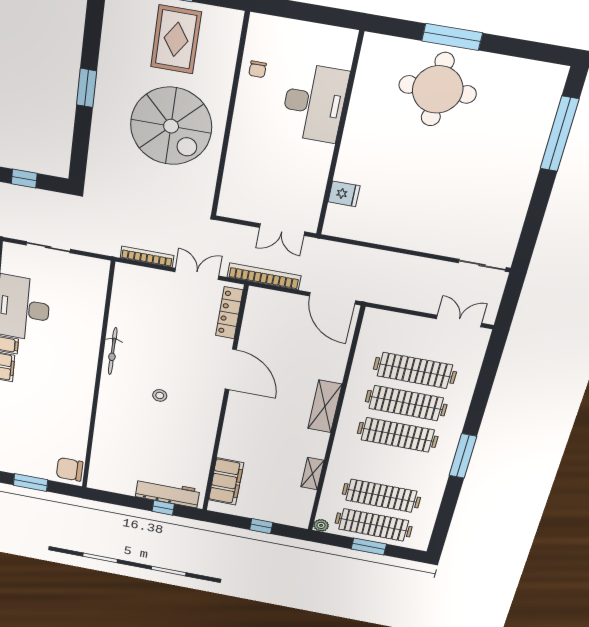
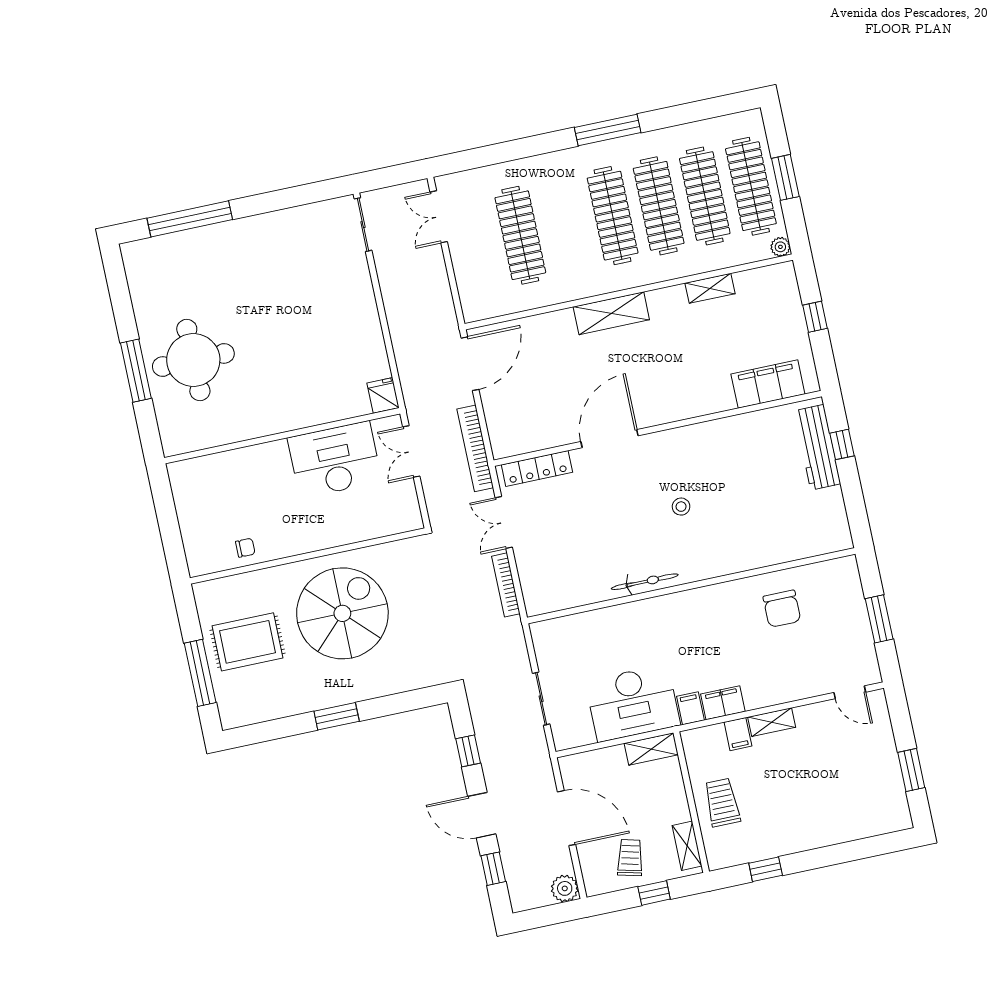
desk: (314, 103) -> (335, 460), moved
fridge: (344, 194) -> (383, 395), moved
double door: (282, 230) -> (411, 452), swing flipped
clothes rail: (406, 403) -> (659, 206), moved
chair: (70, 469) -> (782, 609), moved

